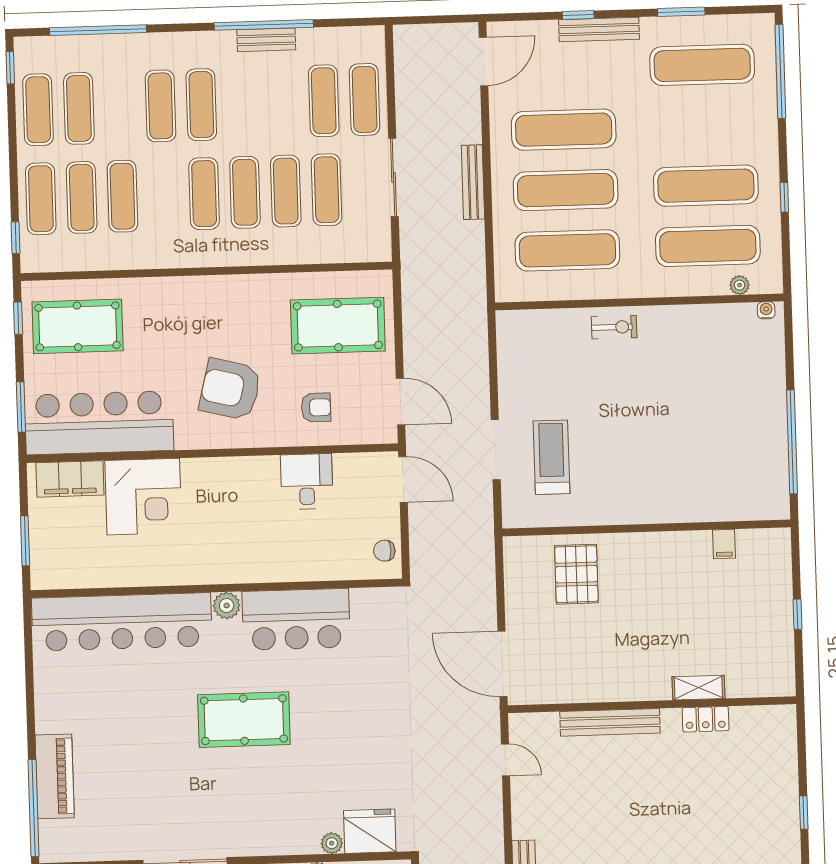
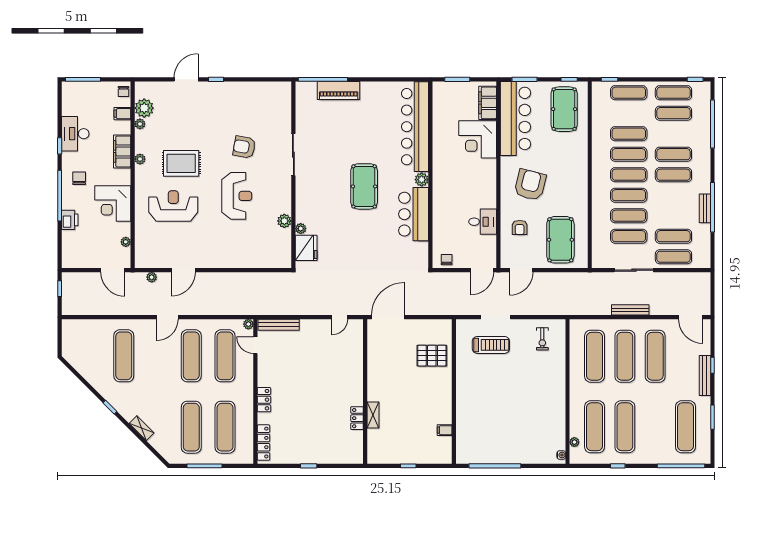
exercise mat: (82, 197) -> (629, 154), moved
exercise bike: (614, 327) -> (542, 339), moved
bench: (610, 722) -> (357, 370), removed

